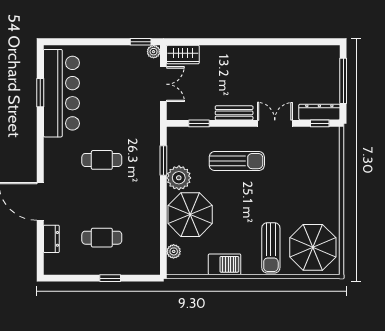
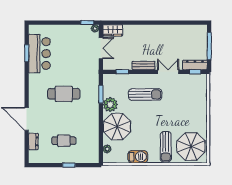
bar counter: (61, 93) -> (39, 54), width x0.73
cafe table: (102, 160) -> (64, 94), width x1.37, depth x1.35

